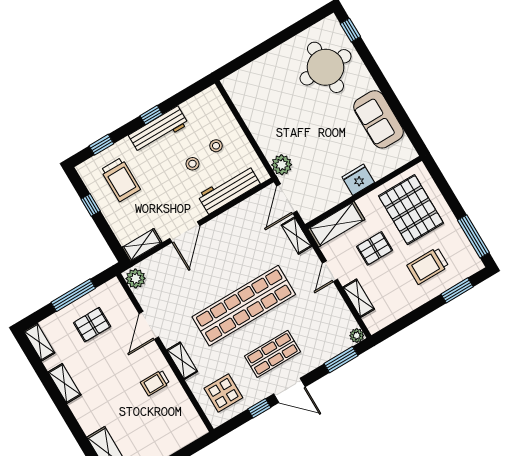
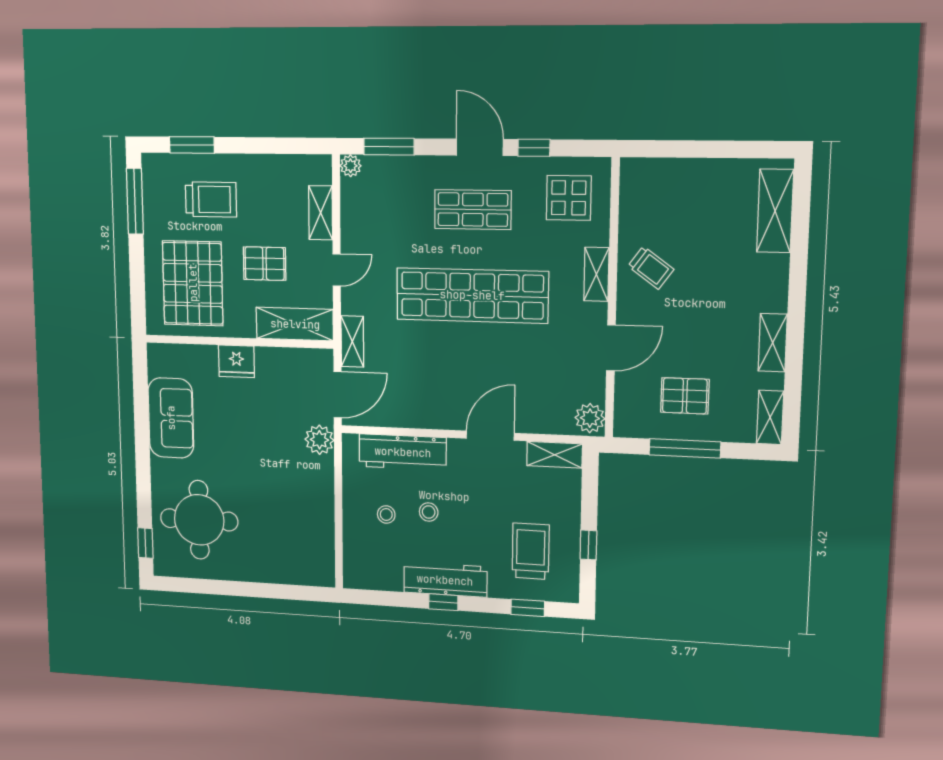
trolley: (155, 383) -> (651, 268), turned 36

